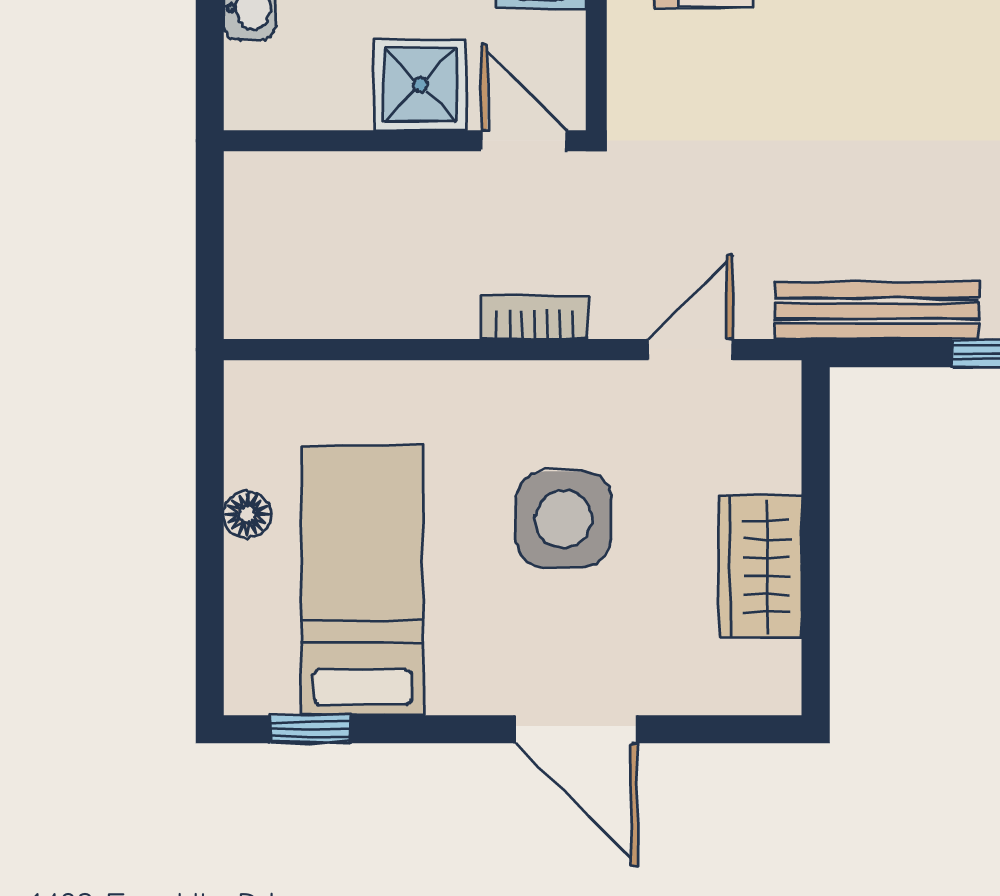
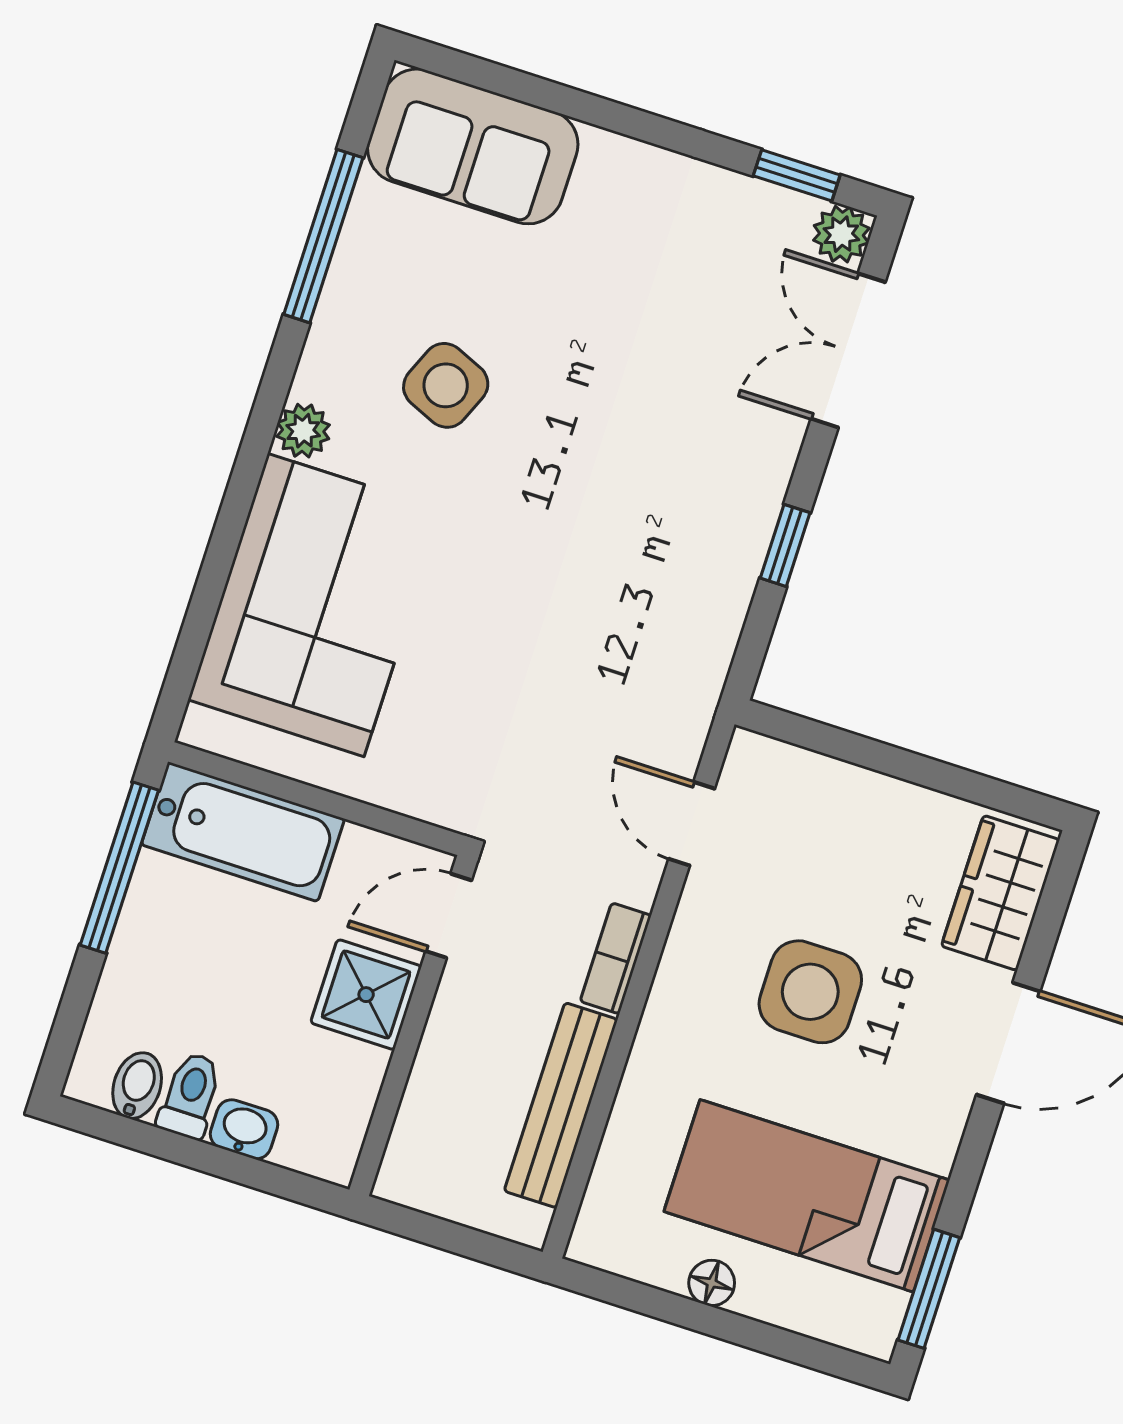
bench: (877, 311) -> (561, 1105), moved
wardrobe: (760, 567) -> (1000, 893), moved, turned 90
window: (310, 729) -> (929, 1289), width x1.50

